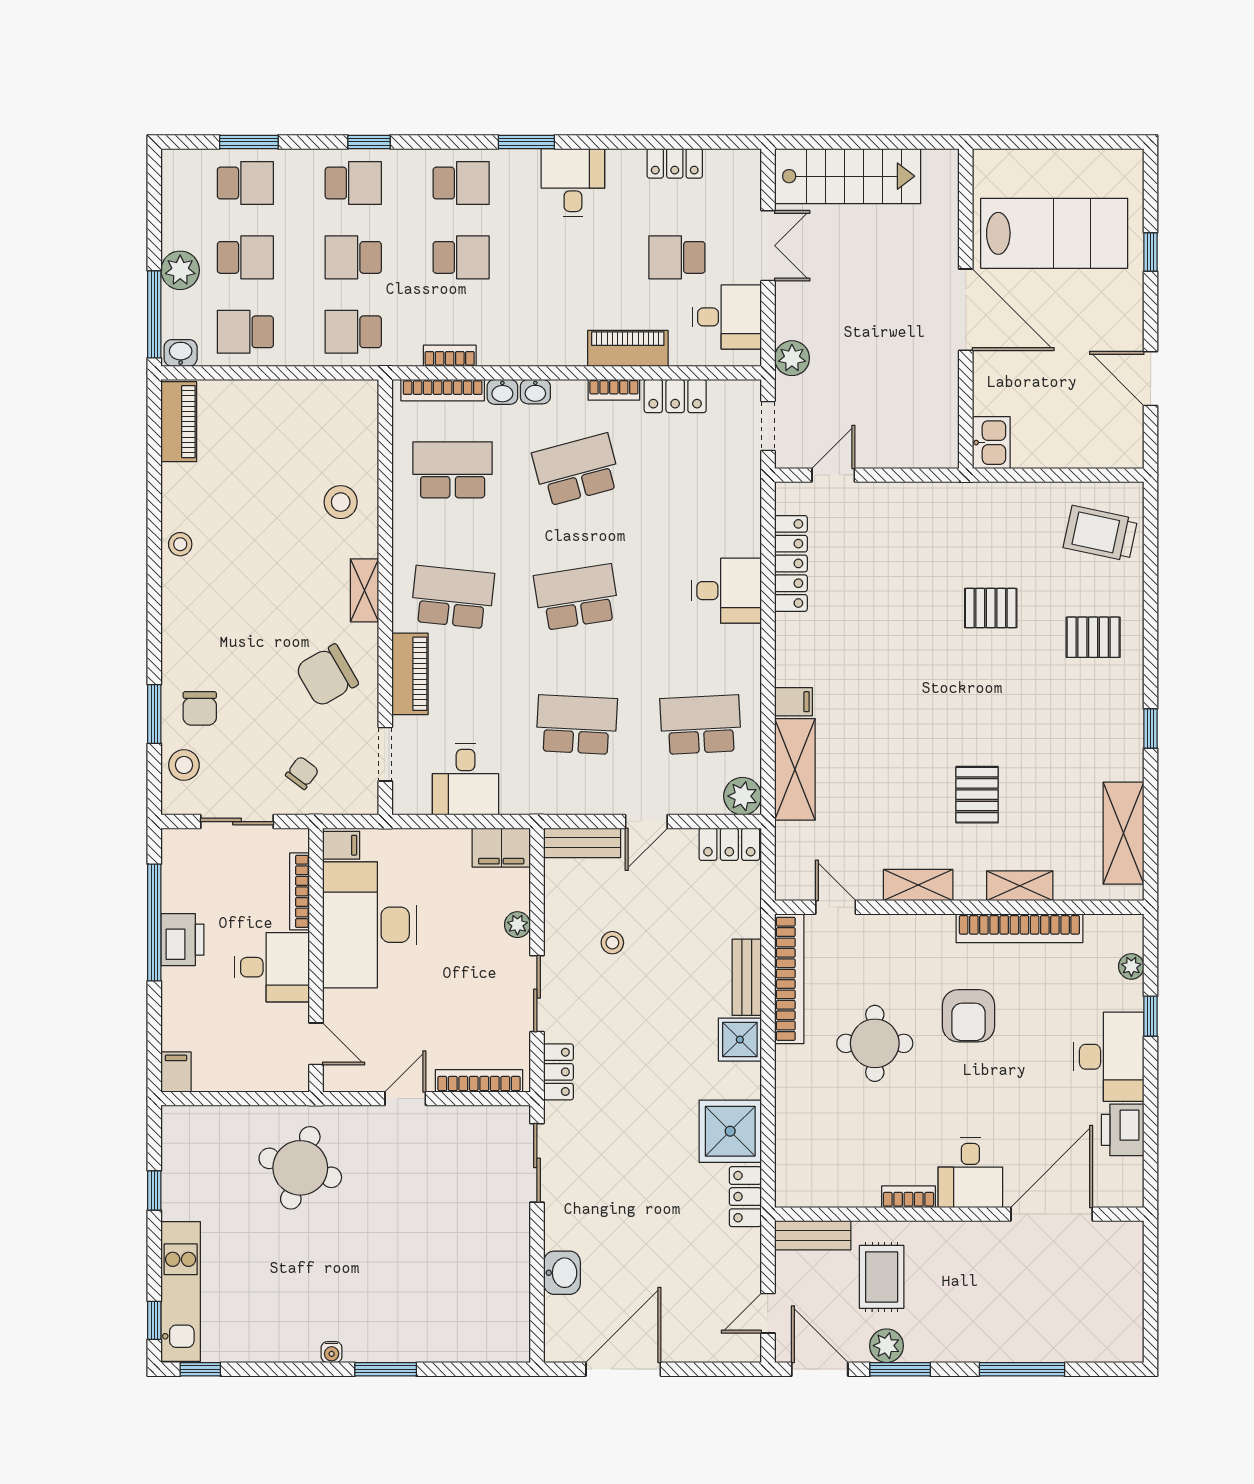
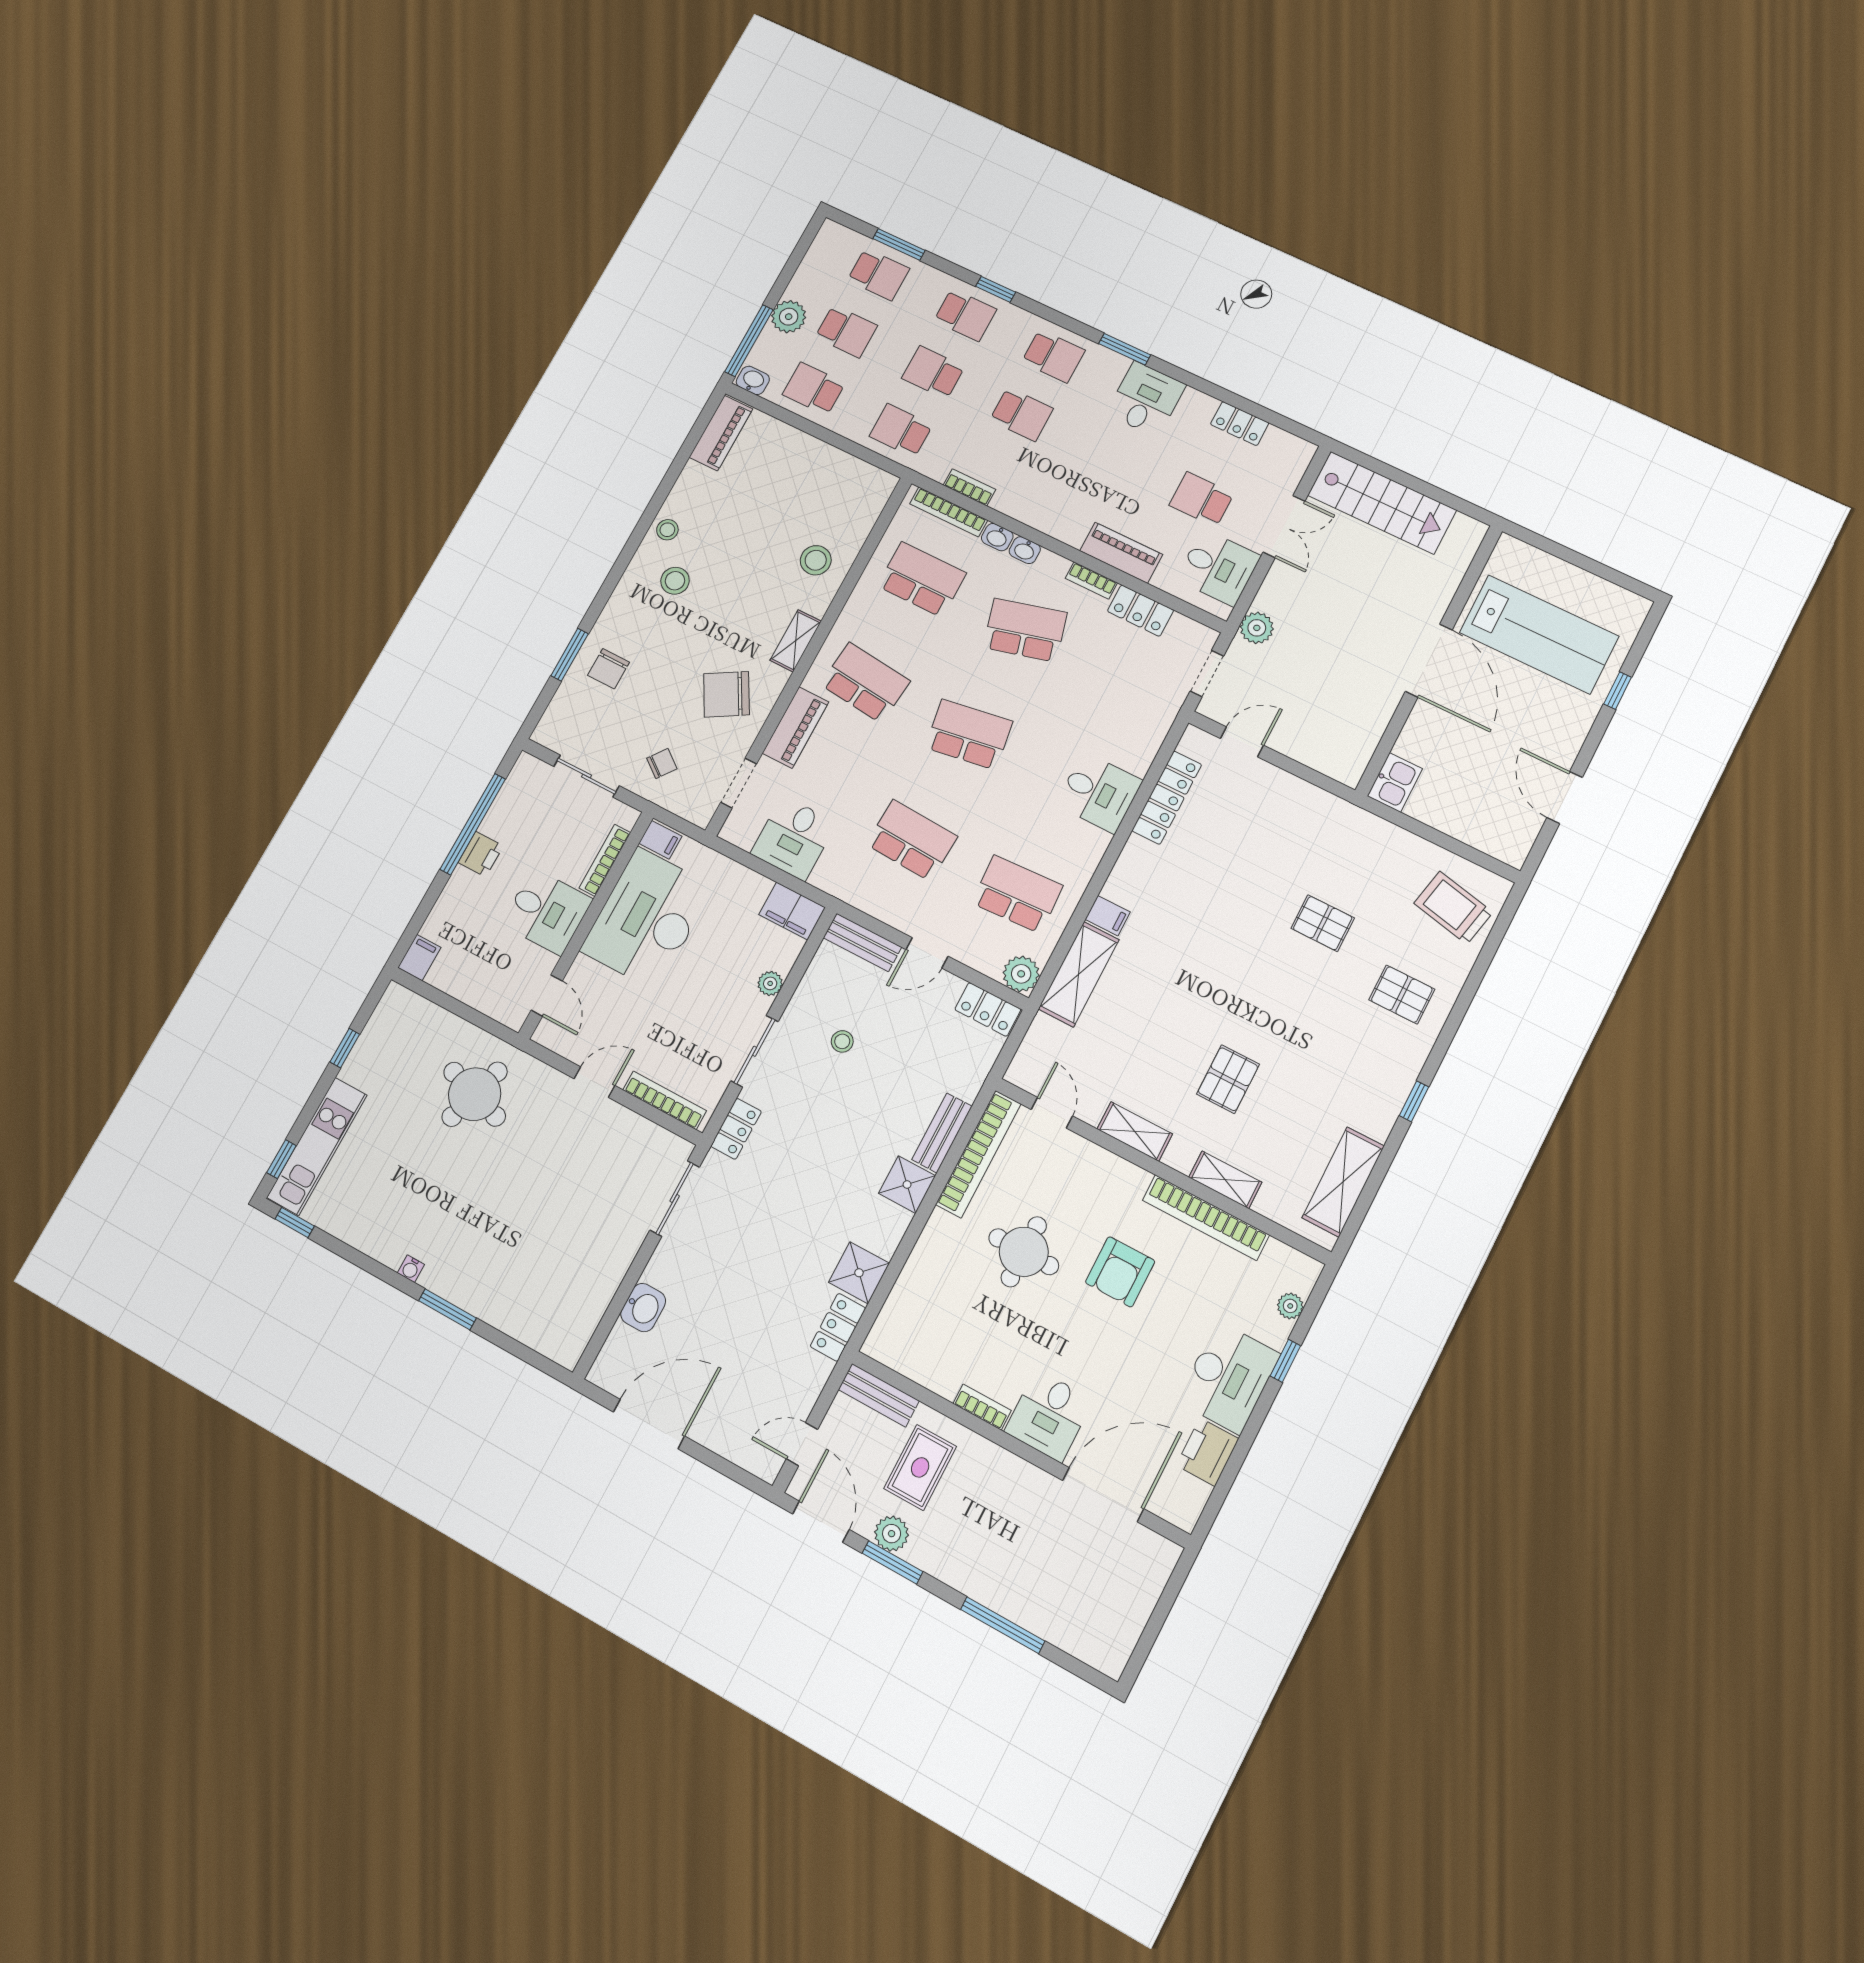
stool: (184, 765) -> (675, 581), moved
printer: (182, 940) -> (481, 854), width x0.73, depth x0.81
shower: (730, 1131) -> (859, 1273), width x0.73, depth x0.73

